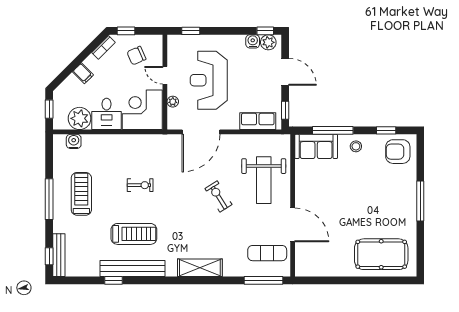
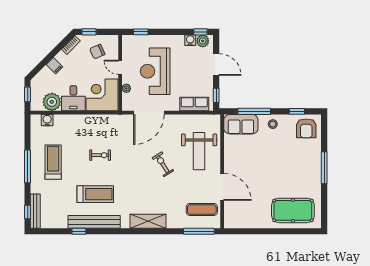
armchair: (398, 152) -> (306, 128), turned -90

